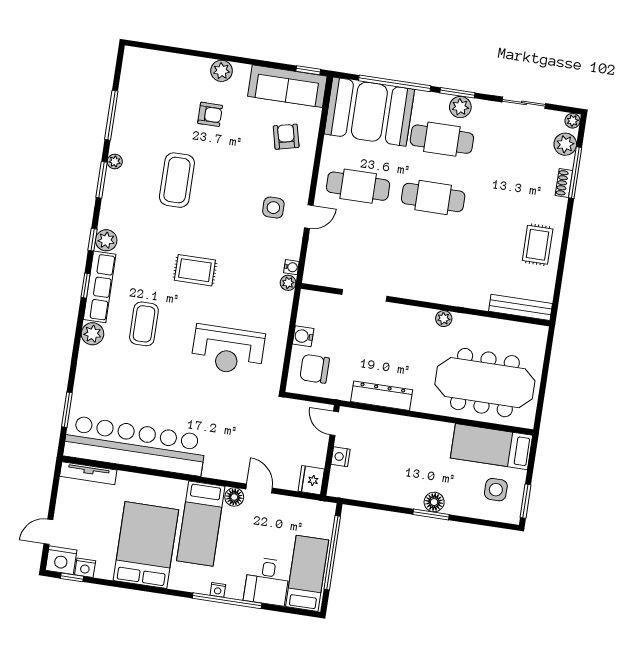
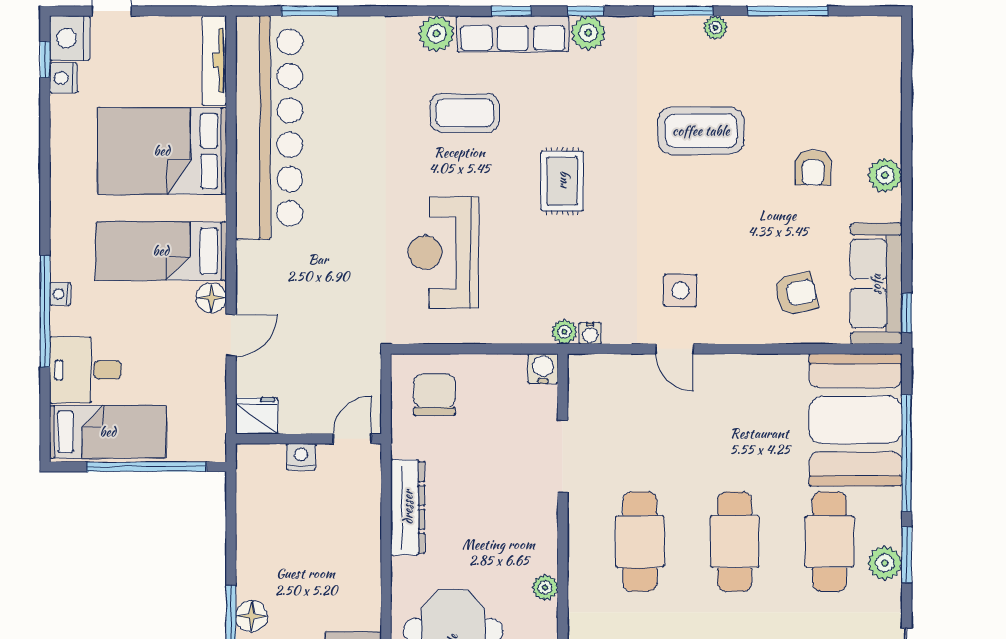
cafe table: (358, 186) -> (640, 542), moved
water cooler: (303, 336) -> (543, 369), moved
bed: (146, 545) -> (162, 151), moved, turned 180

